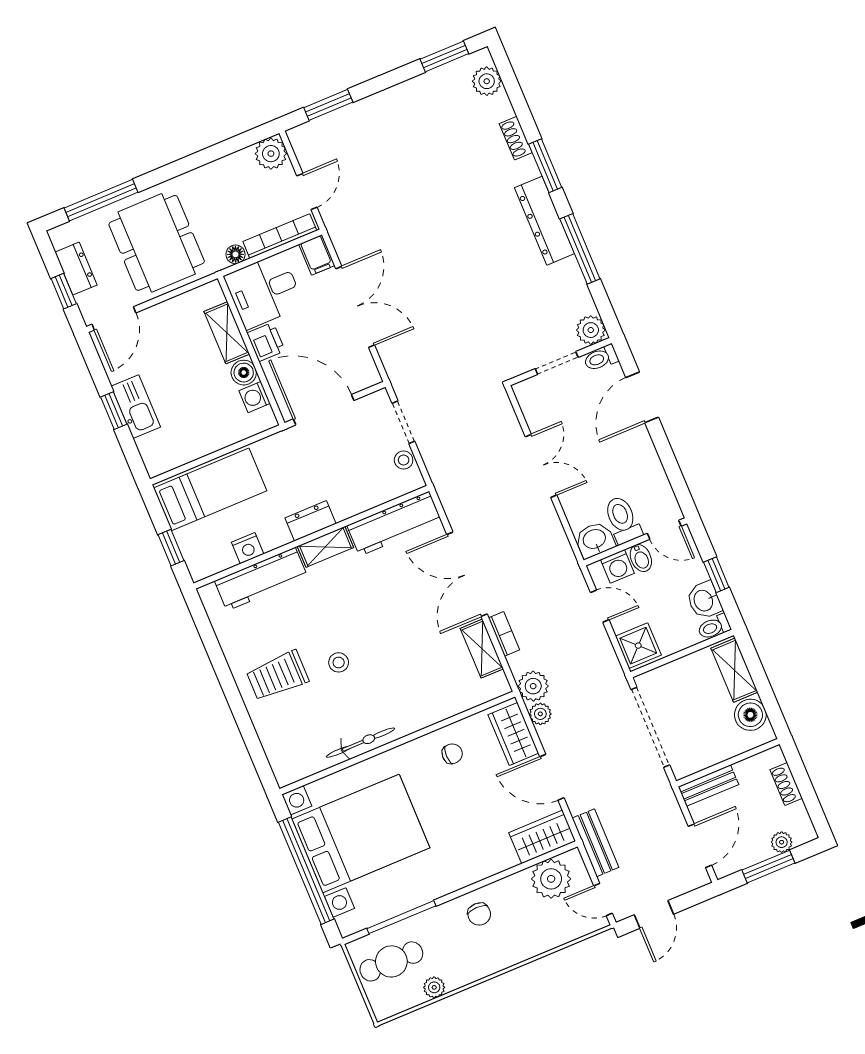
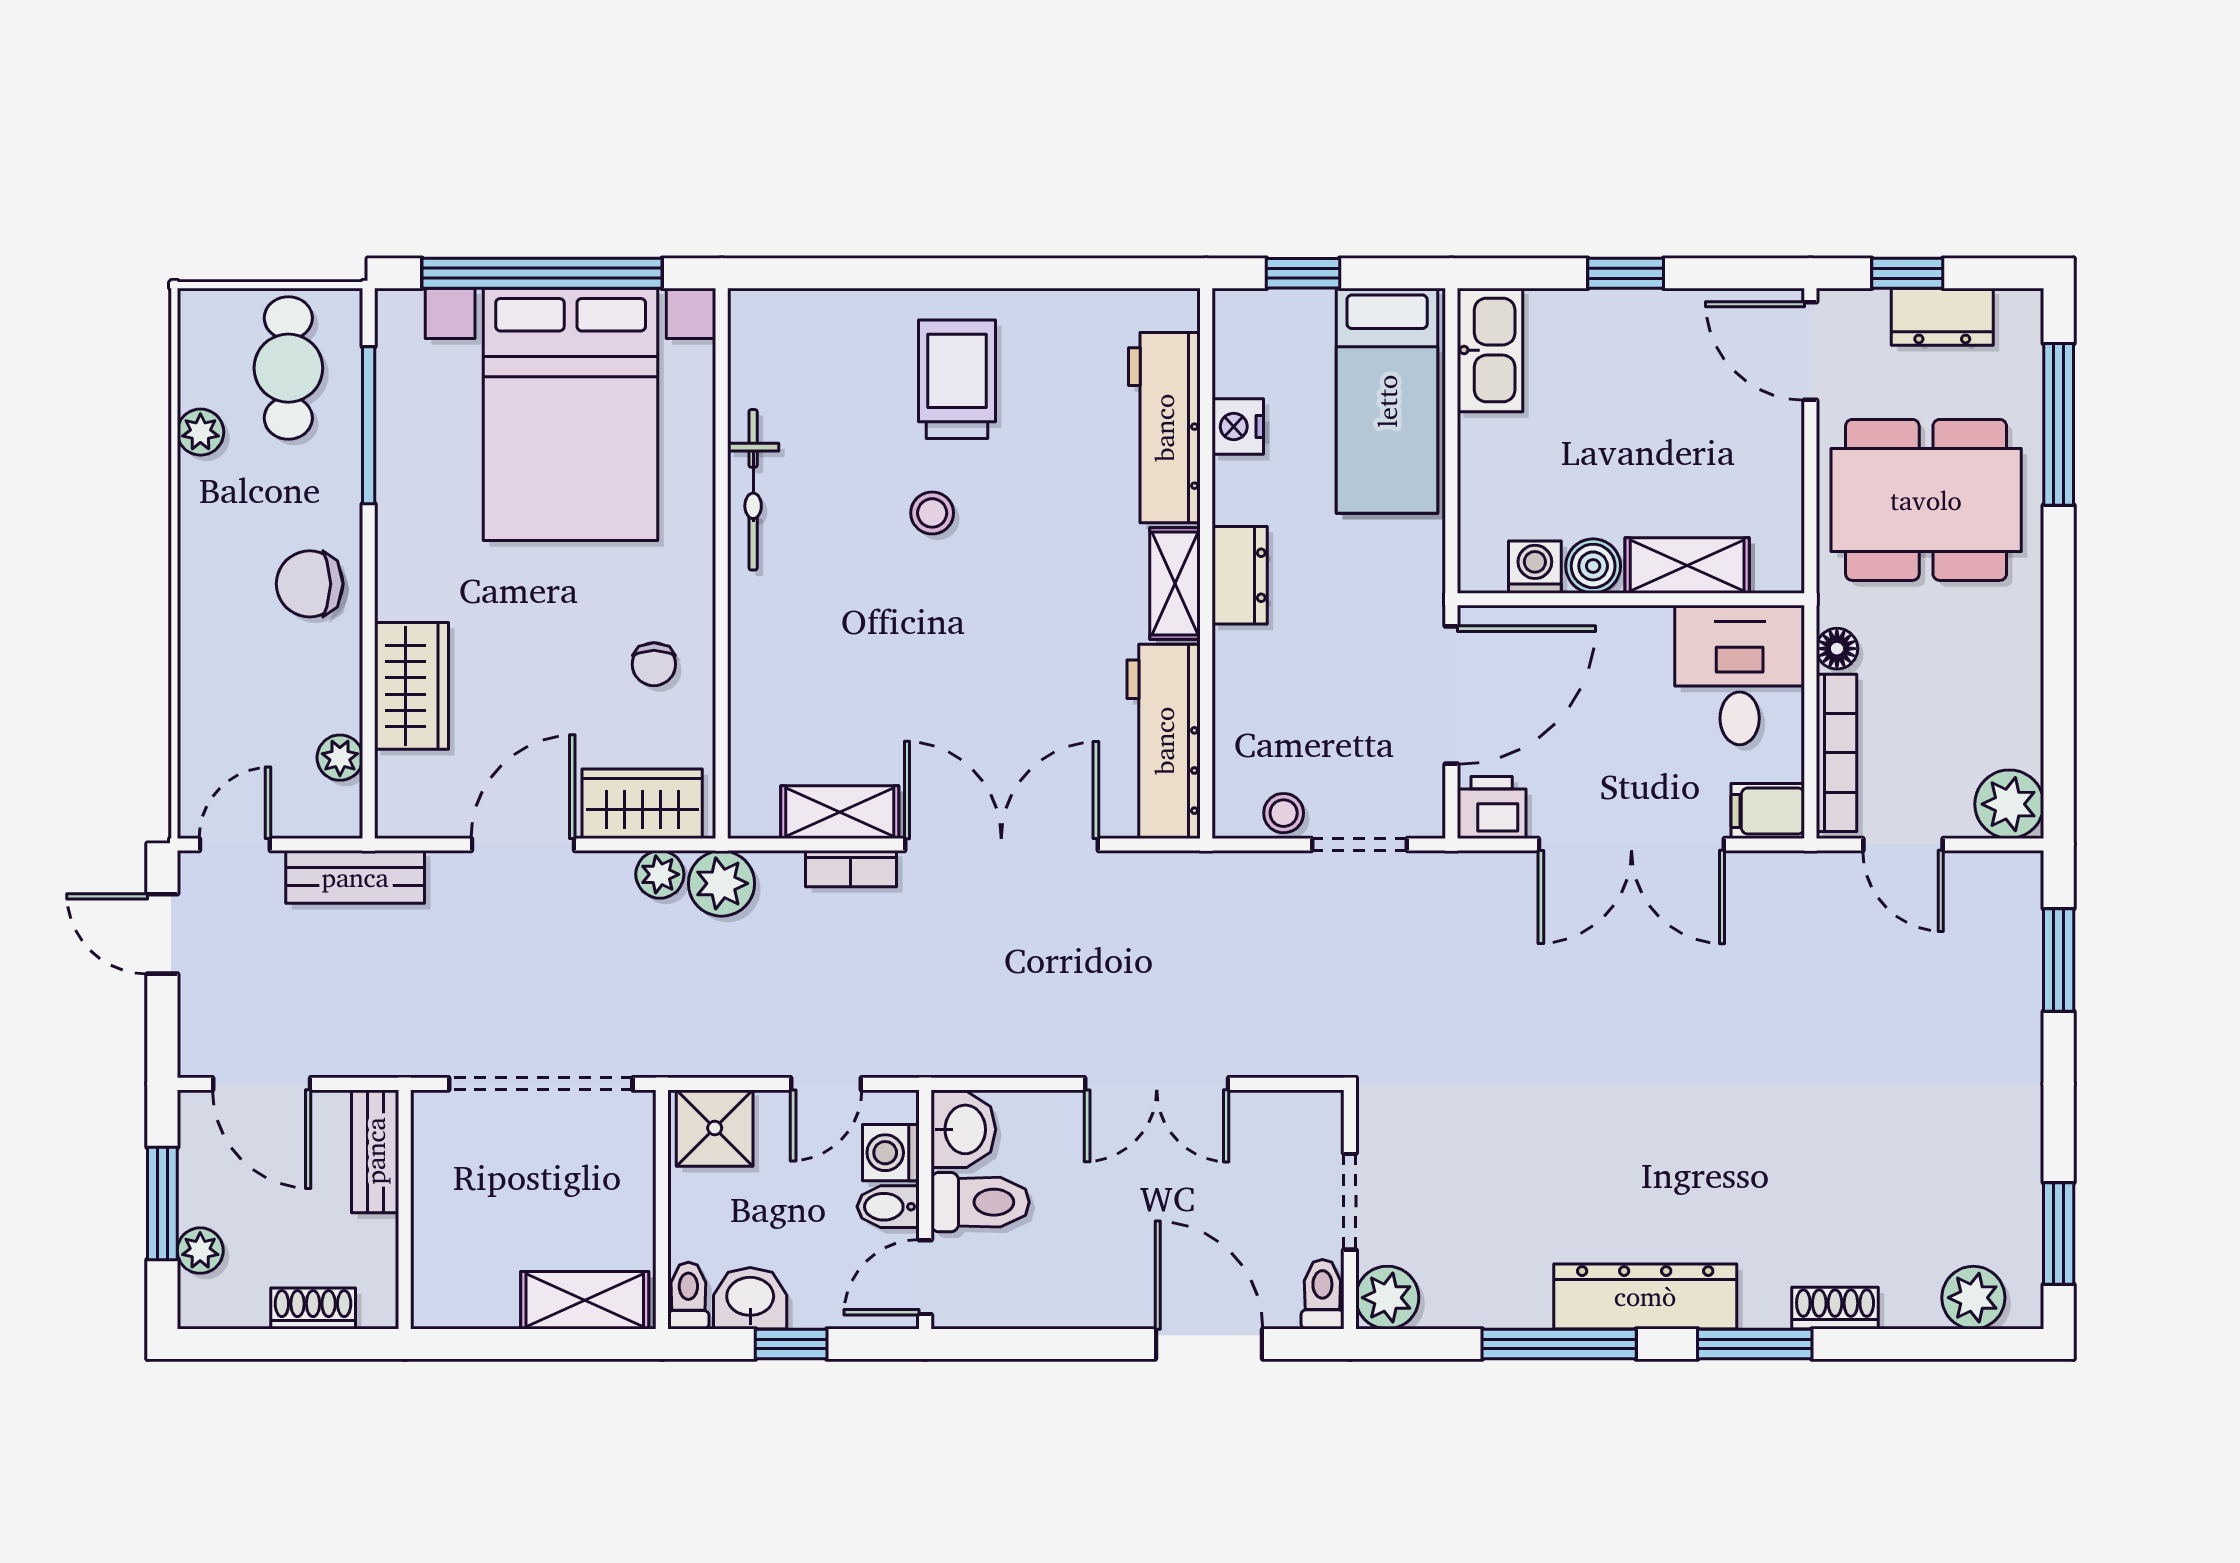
printer: (266, 342) -> (1492, 807), moved, turned 180
kitchen sink: (136, 407) -> (1490, 350), moved, turned -90
boiler: (750, 715) -> (482, 1295), removed
wardrobe: (542, 837) -> (412, 686), moved
plant: (551, 879) -> (340, 758), width x0.53, depth x0.53
chair: (479, 914) -> (310, 584), width x1.37, depth x1.37

